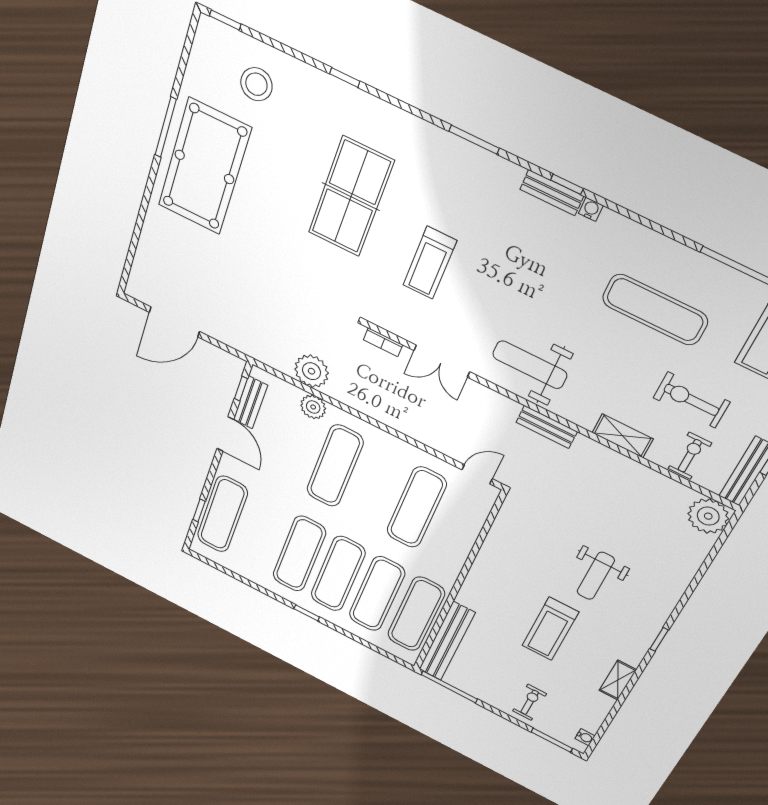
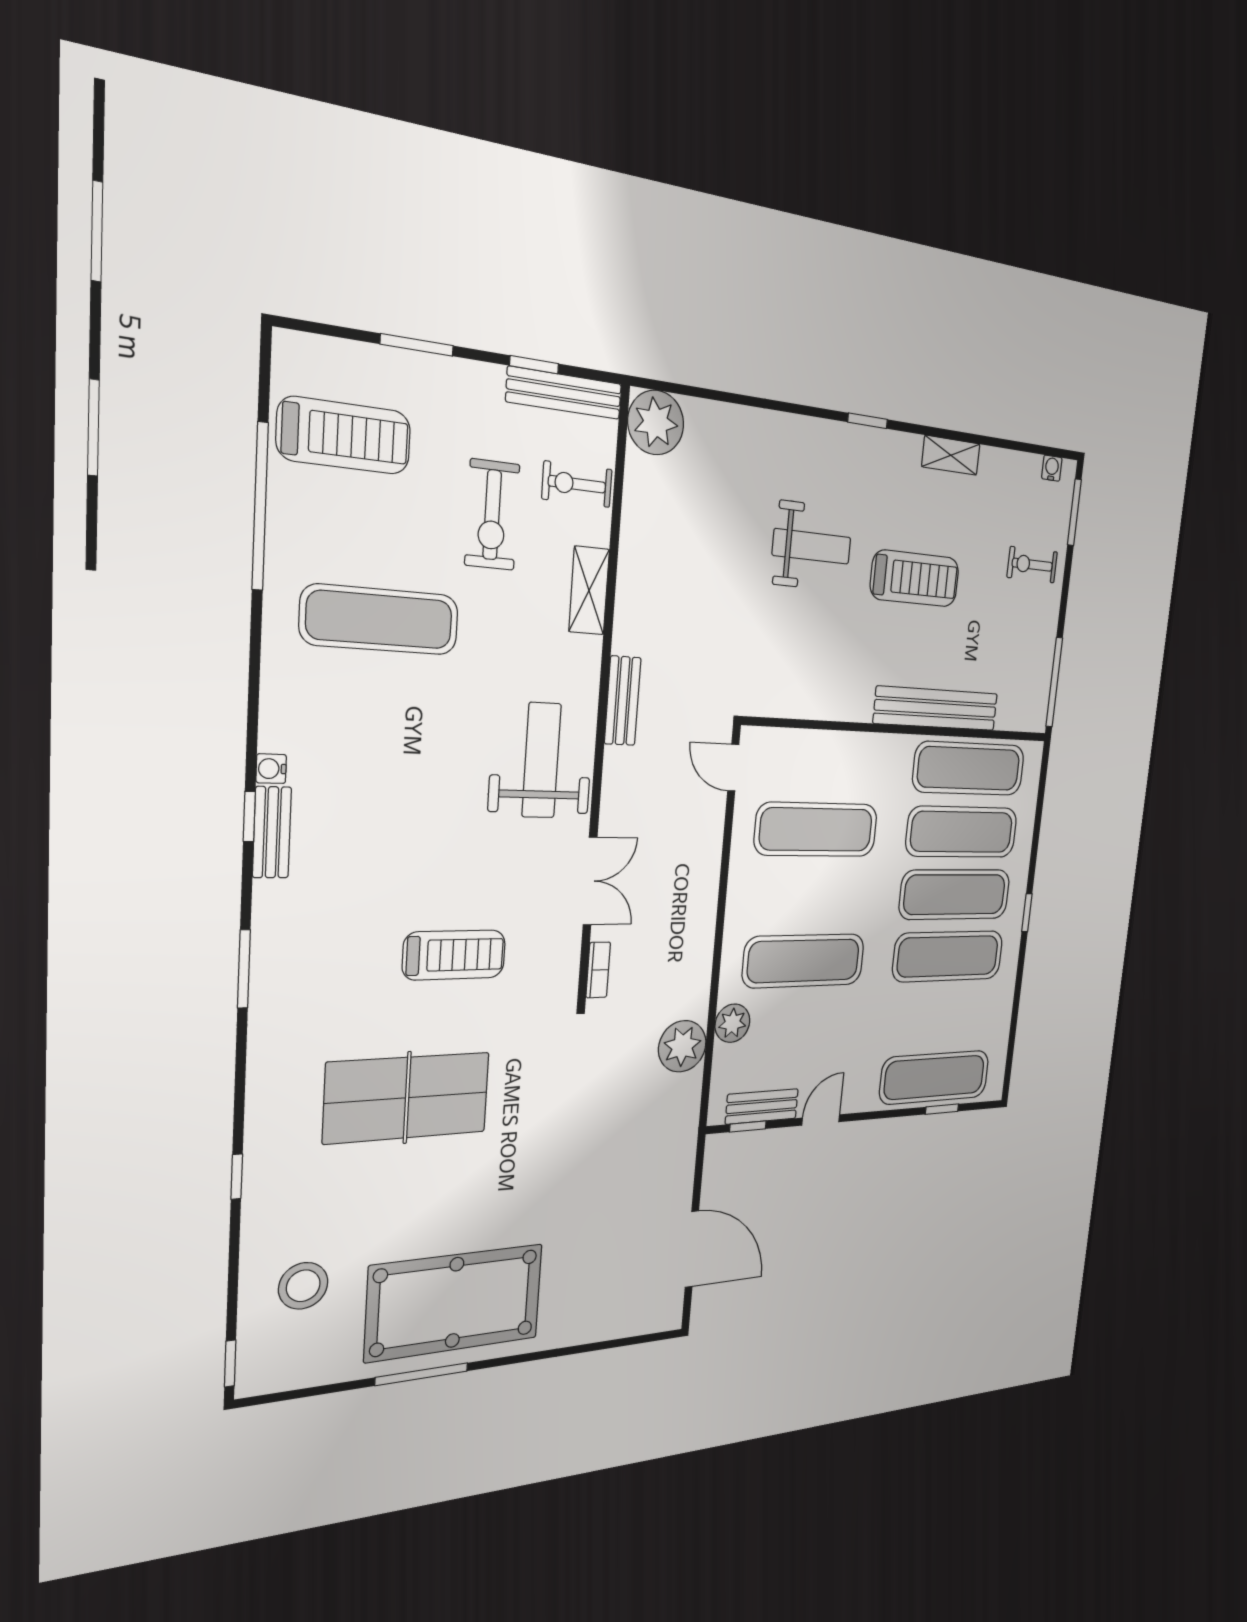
exercise mat: (655, 310) -> (380, 620), turned 90
weight bench: (530, 365) -> (541, 760), turned 180
door: (225, 434) -> (821, 1120), width x0.73
bench: (447, 641) -> (936, 708), moved

